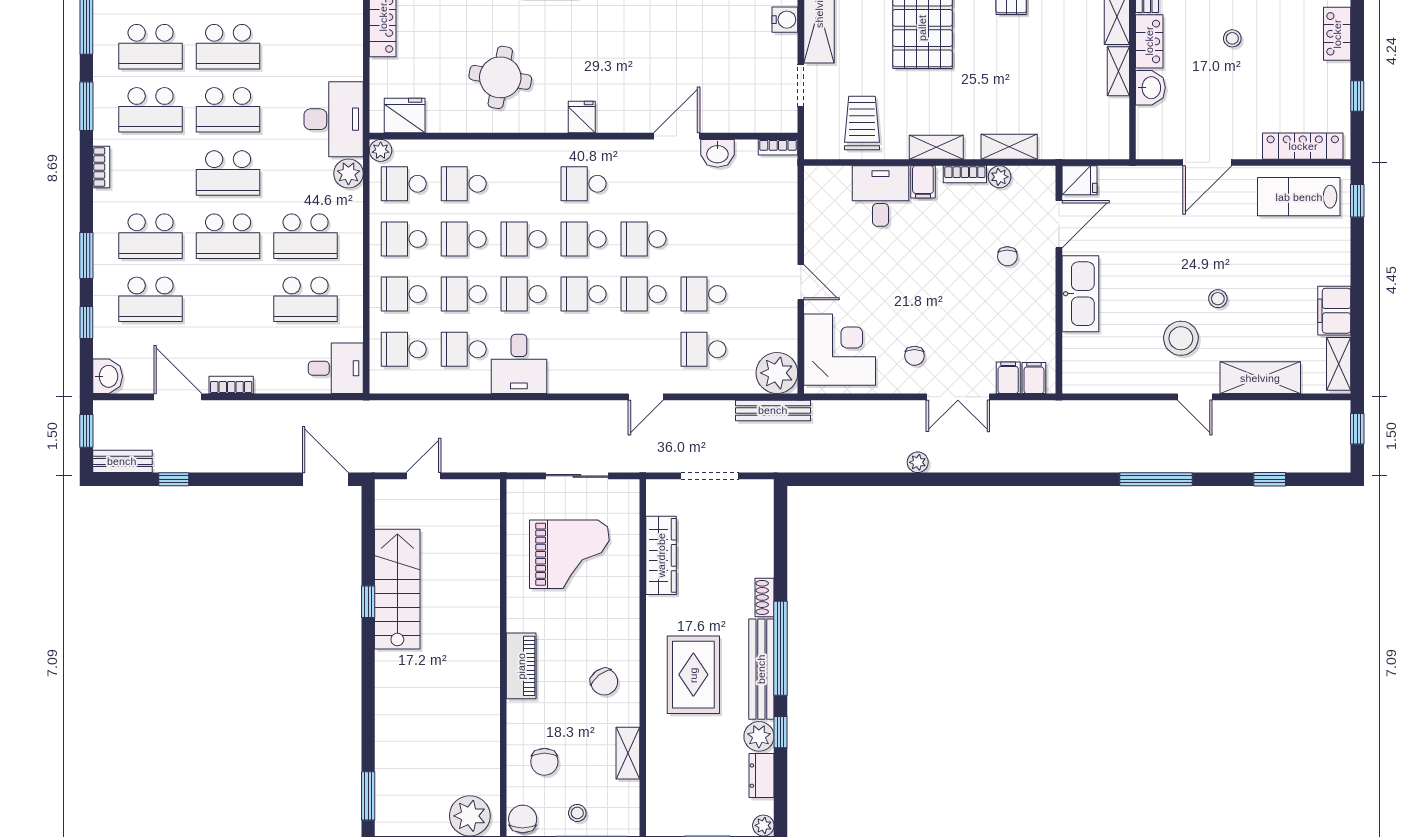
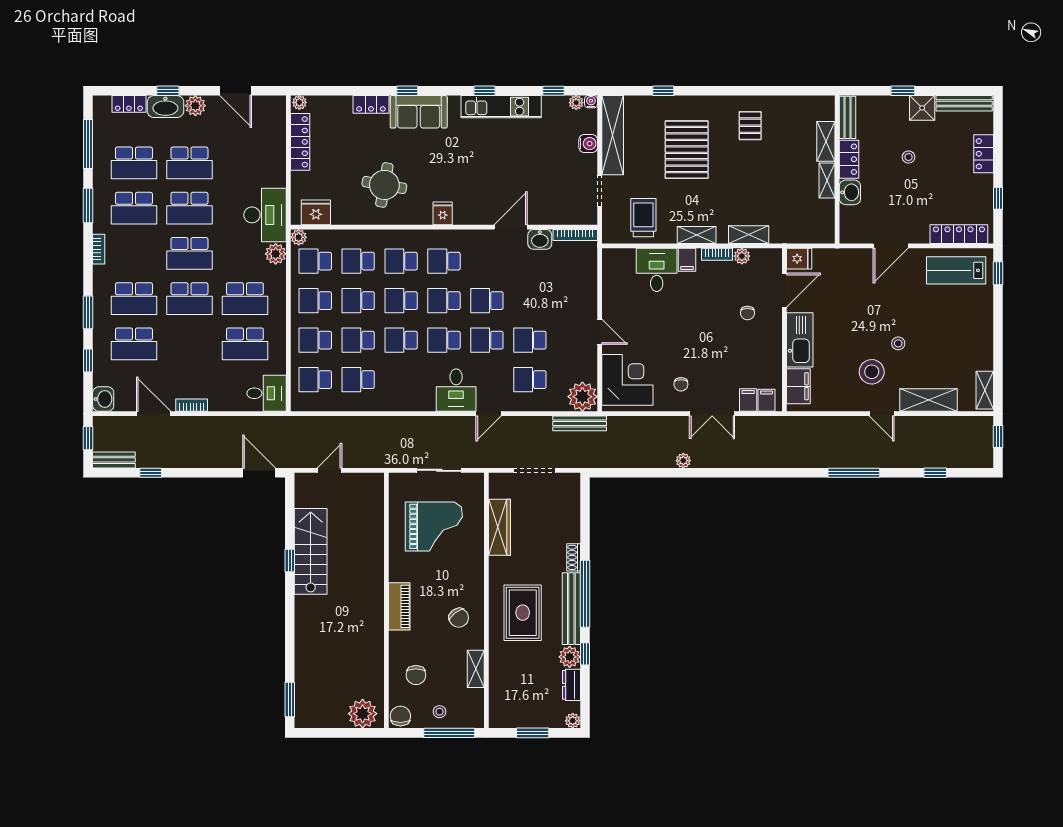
bookcase: (778, 147) -> (575, 235), width x1.56
school desk: (524, 184) -> (401, 261), added
filing cabinet: (1334, 311) -> (798, 386), moved, turned 180
desk: (519, 364) -> (456, 390), moved

